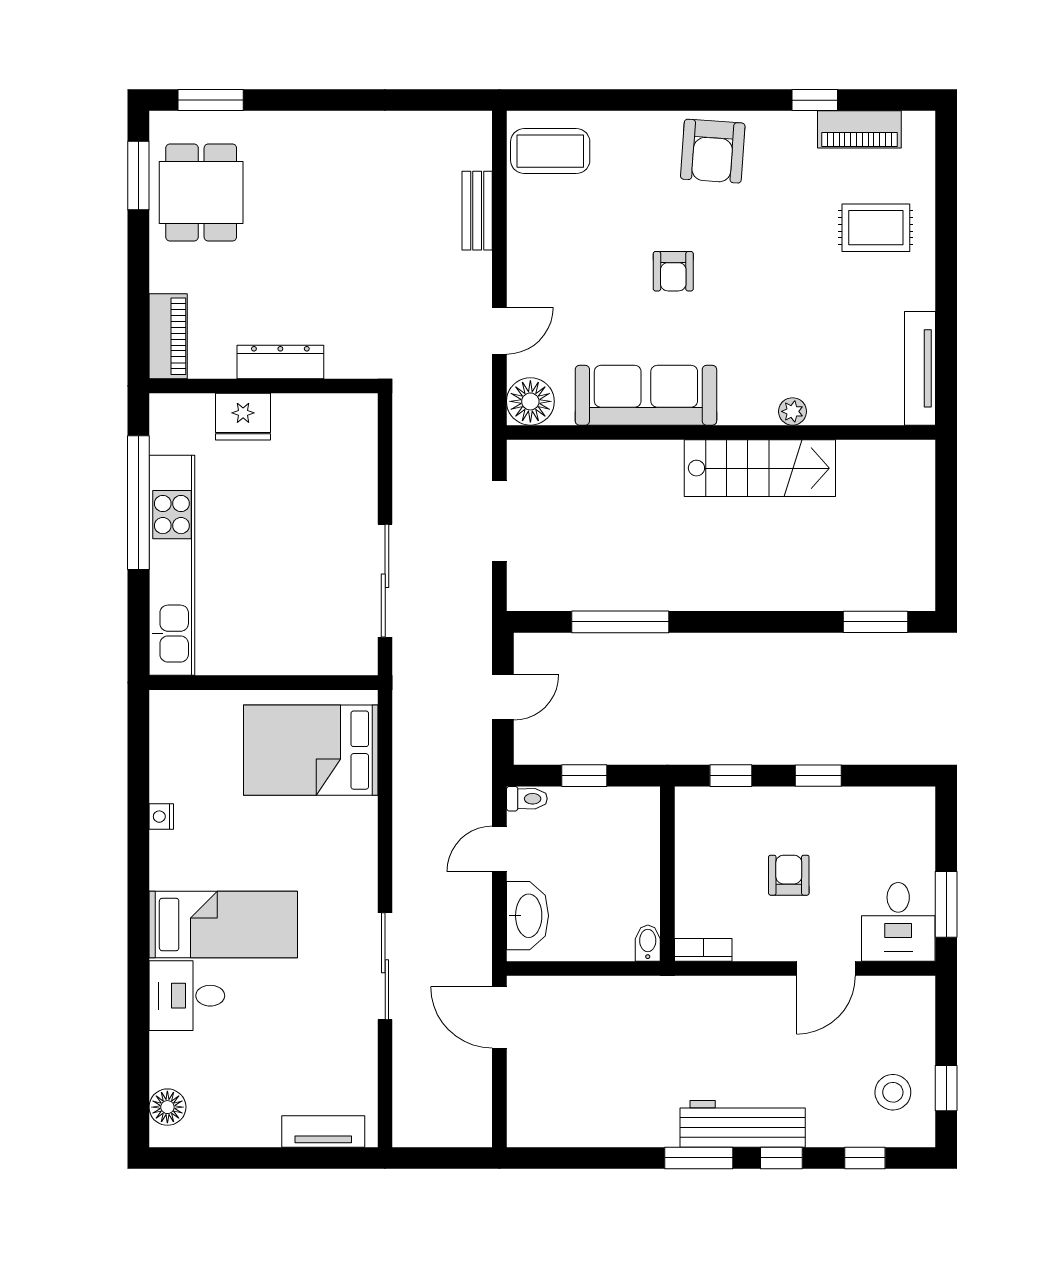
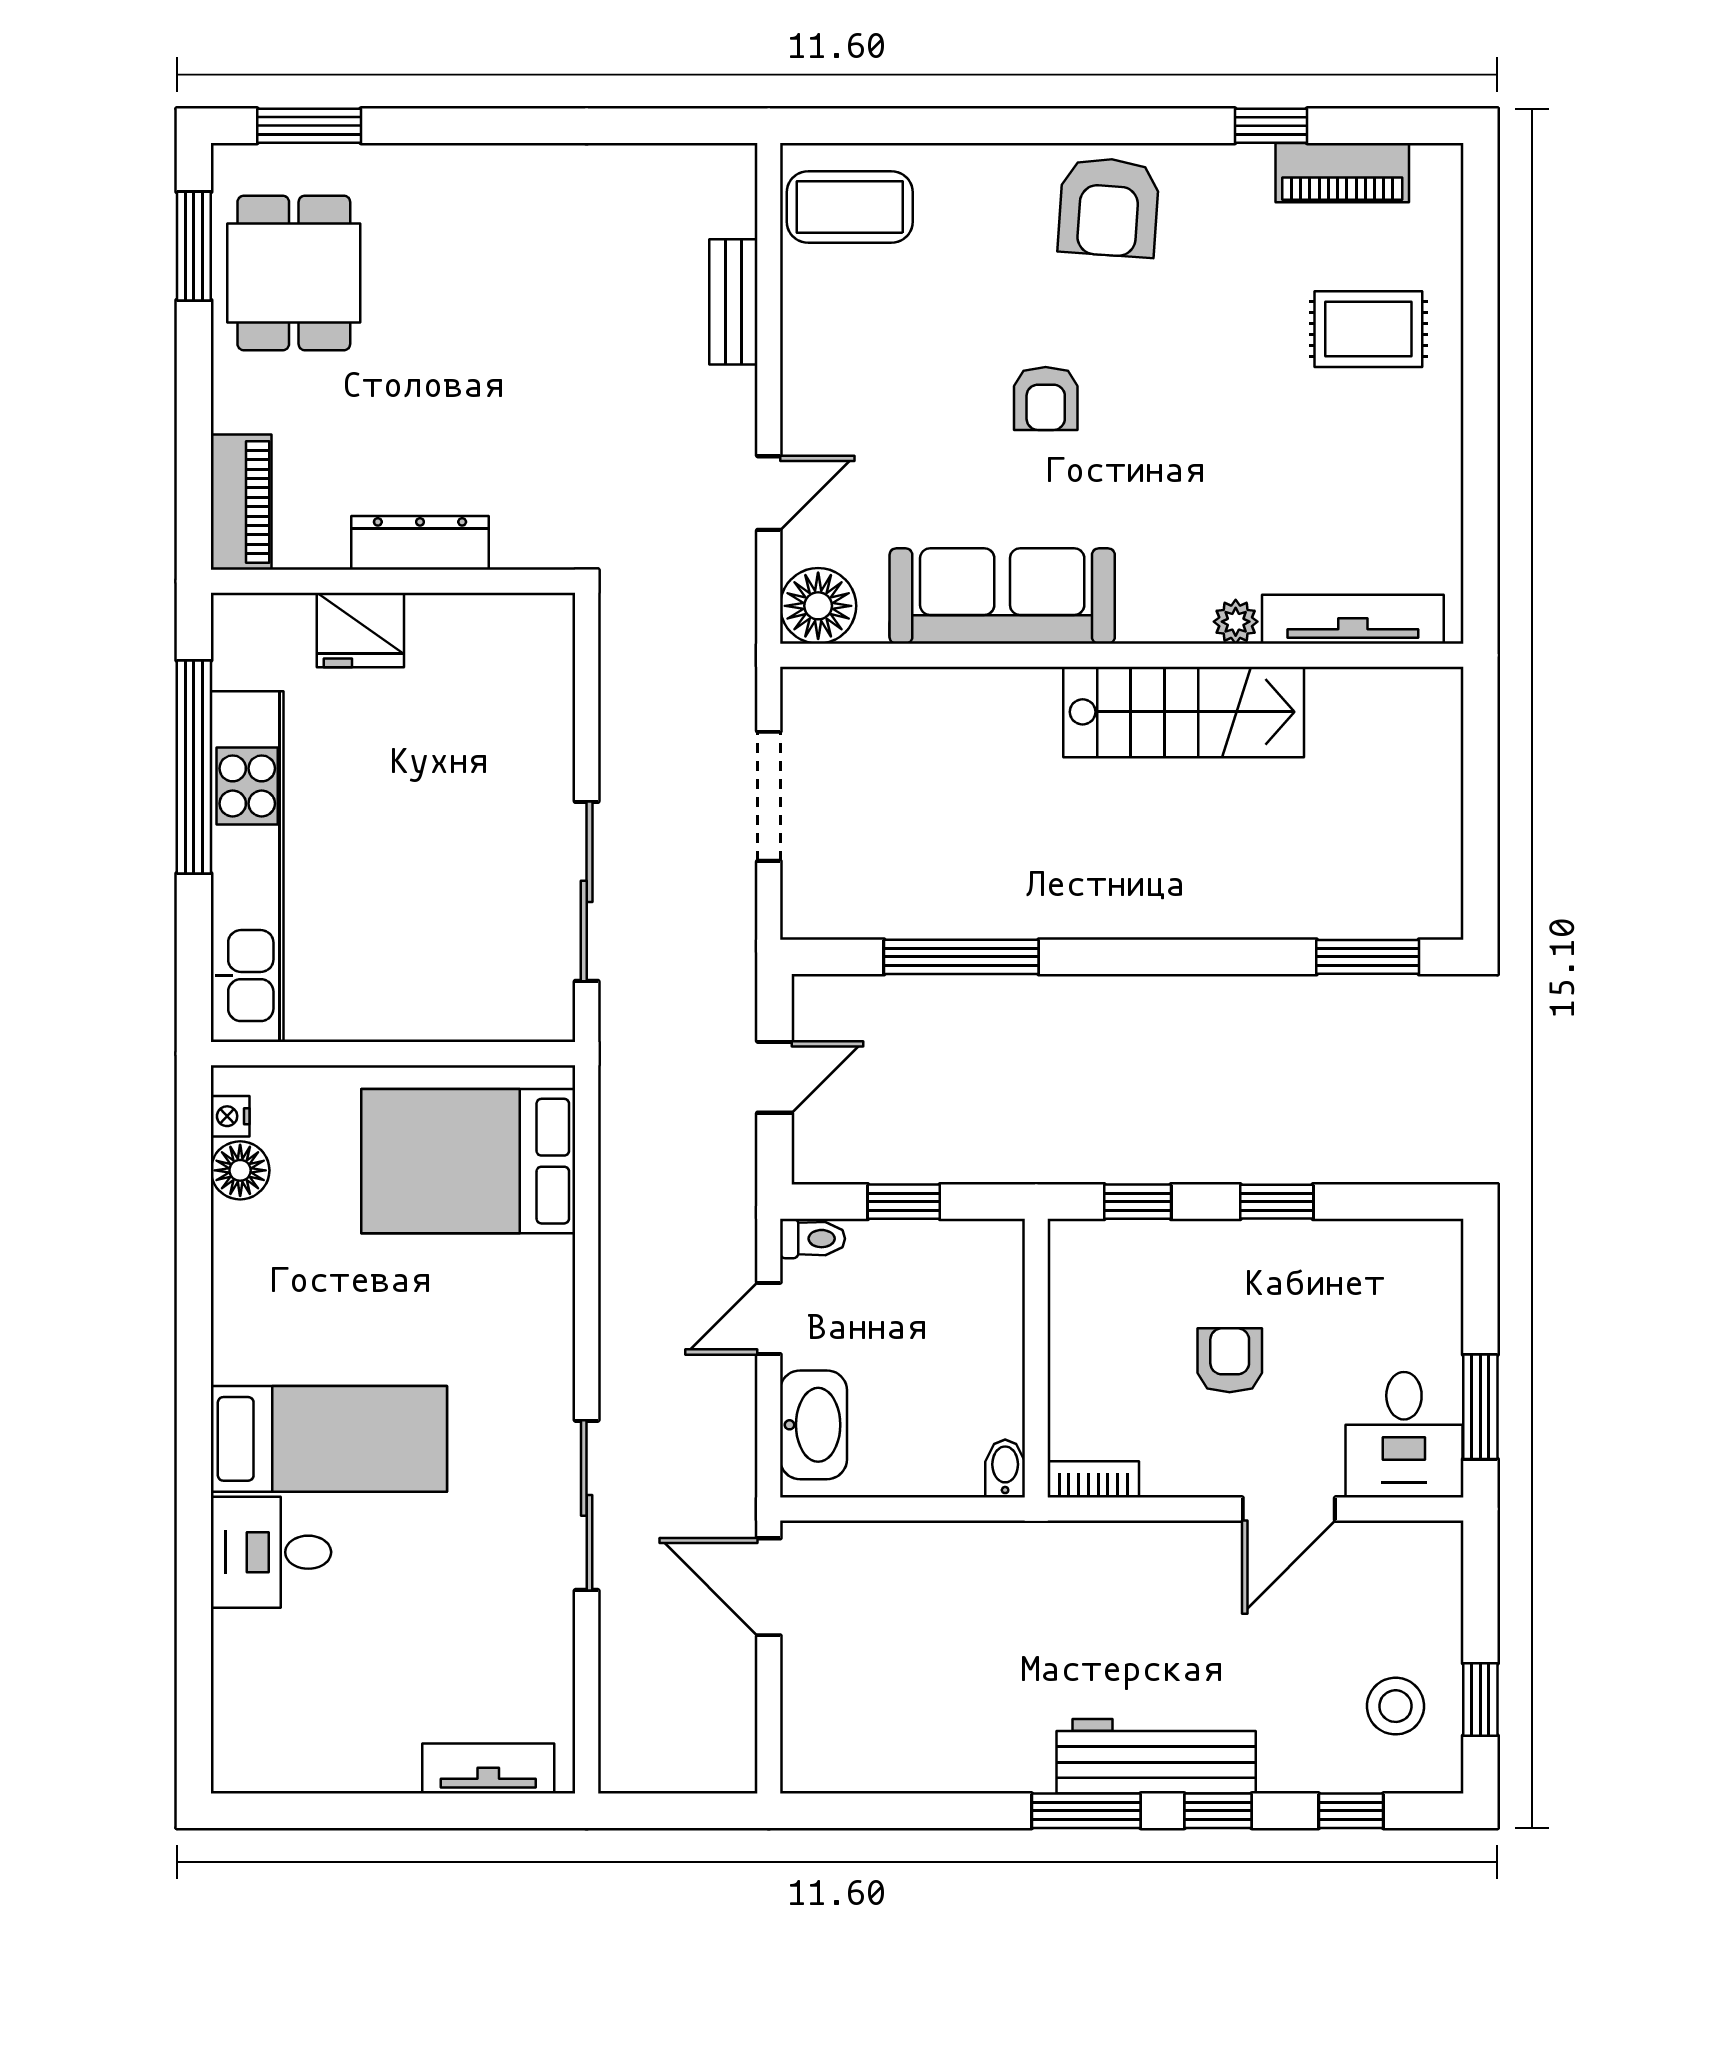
tv unit: (920, 368) -> (1353, 619), moved, turned 90
nightstand: (161, 817) -> (230, 1116), moved
floor lamp: (167, 1107) -> (240, 1170), moved

